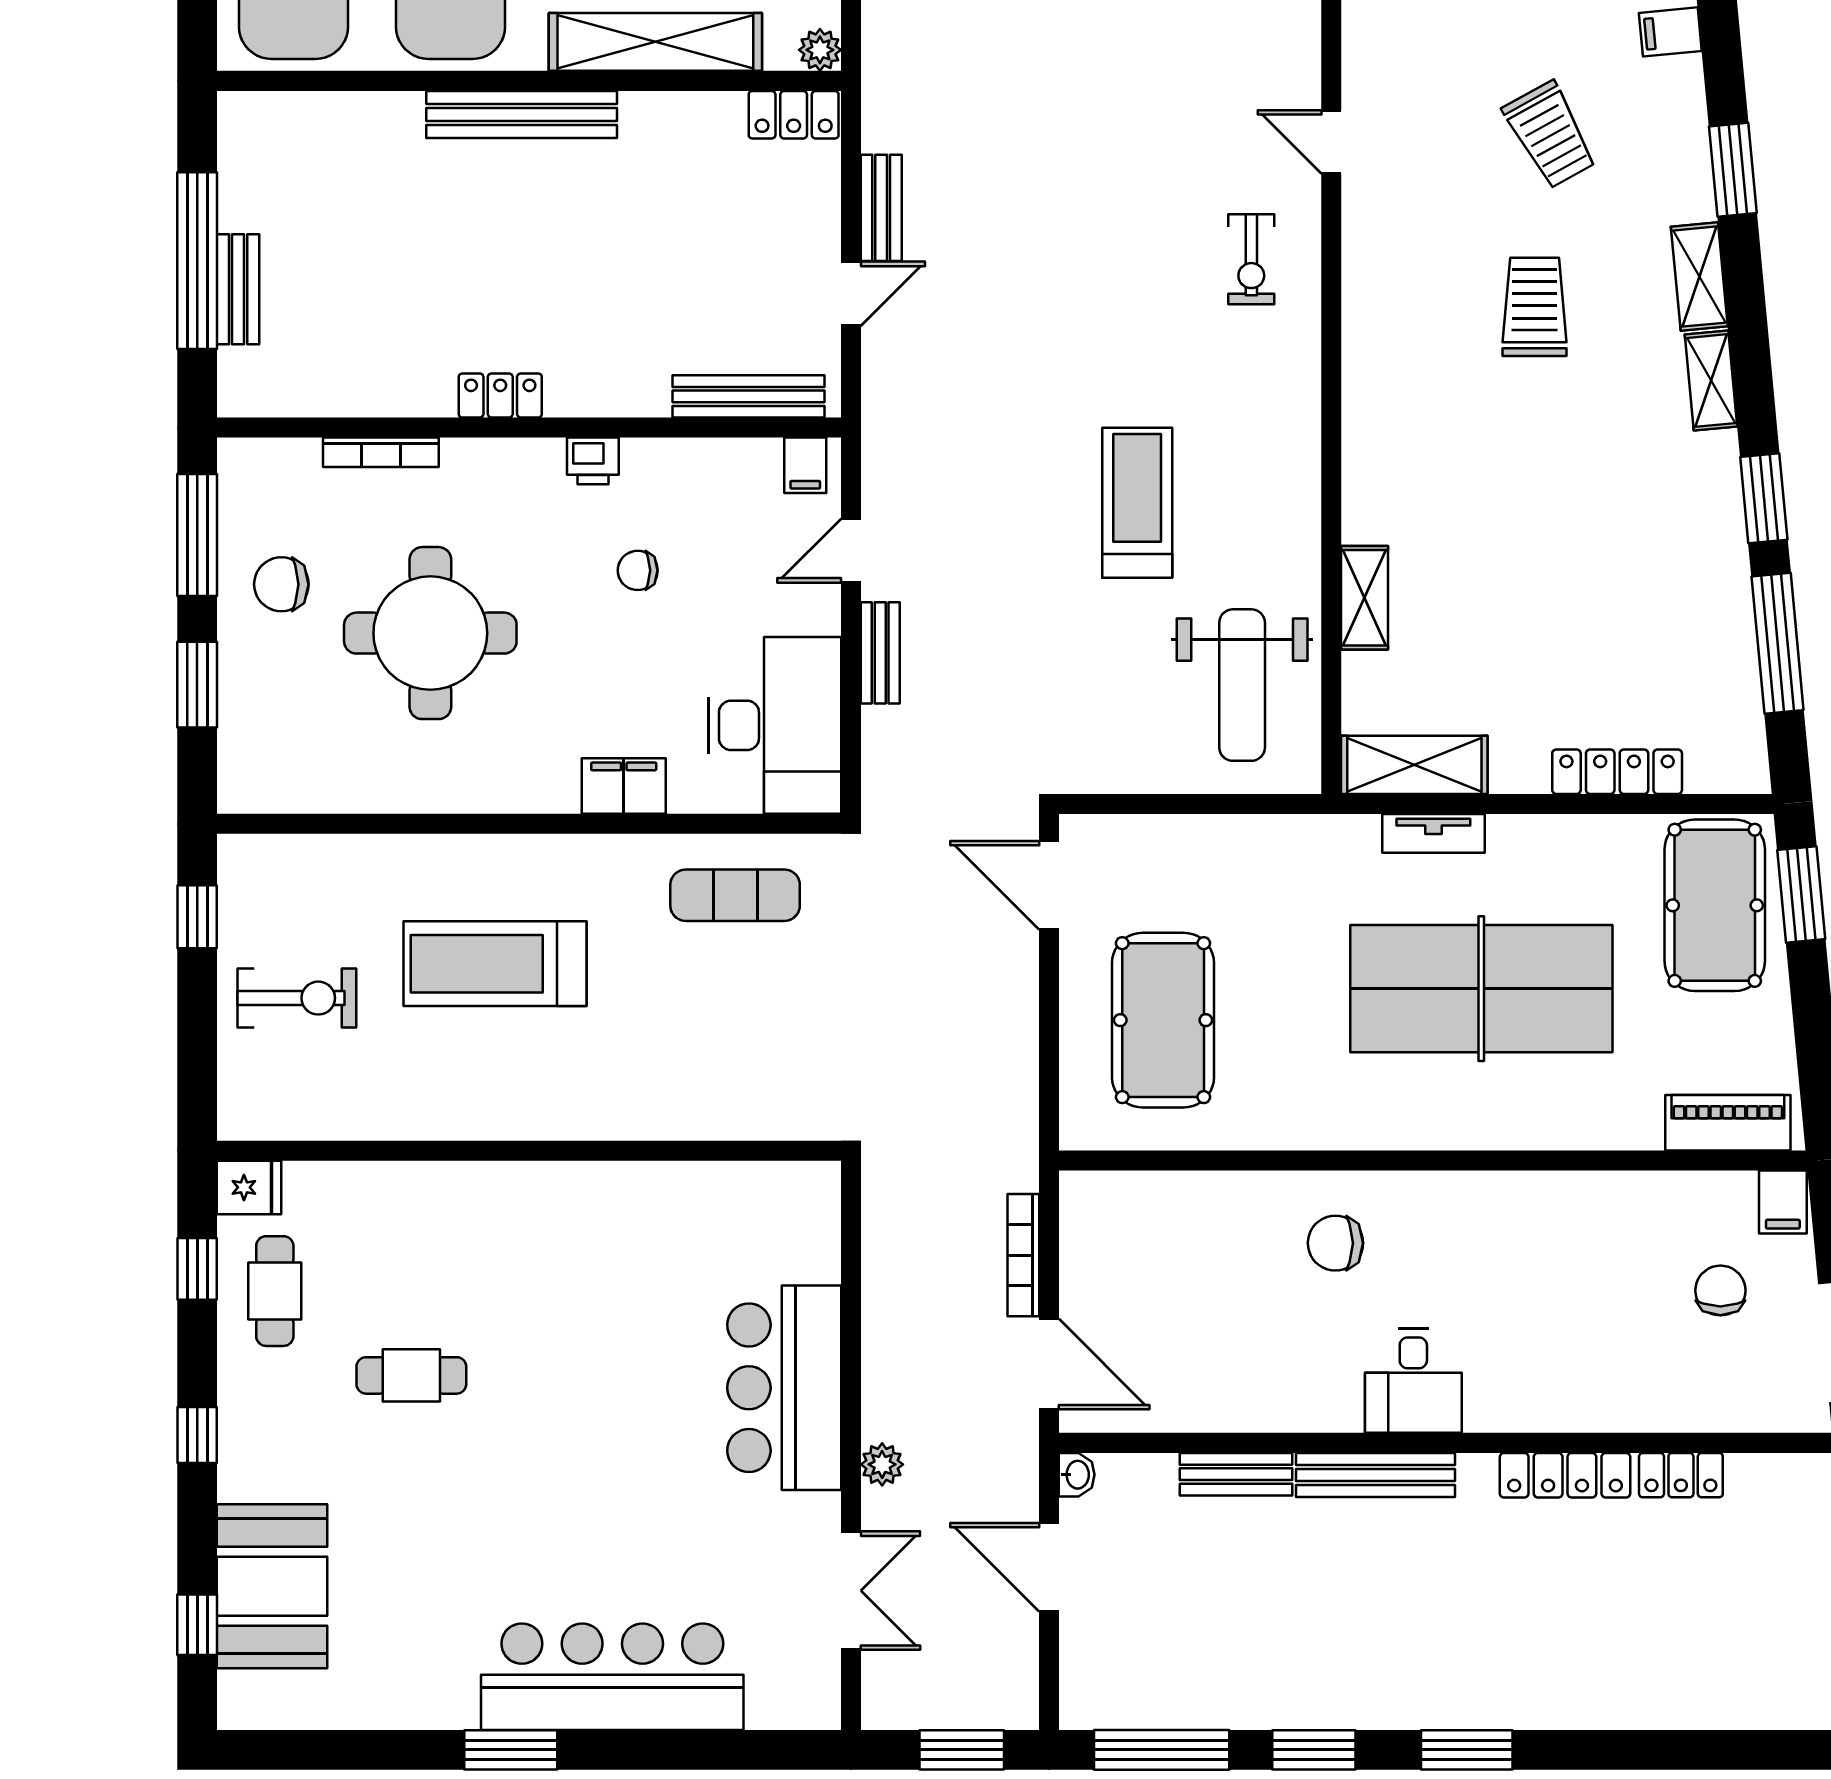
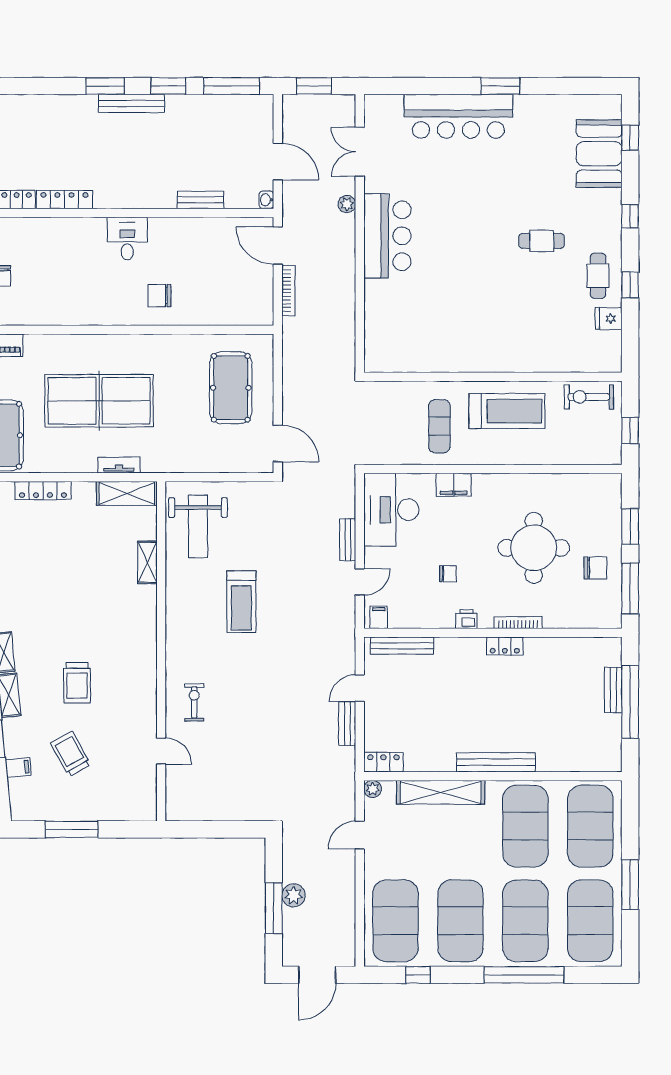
filing cabinet: (1670, 32) -> (18, 767), moved
bookcase: (381, 452) -> (518, 623), moved
weight bench: (1242, 685) -> (198, 526), turned 180
exercise mat: (735, 895) -> (439, 426), moved, turned 90
wall: (529, 1151) -> (493, 377), moved
chair: (1335, 1243) -> (159, 296), turned 180
bench: (1375, 1475) -> (132, 103), moved

